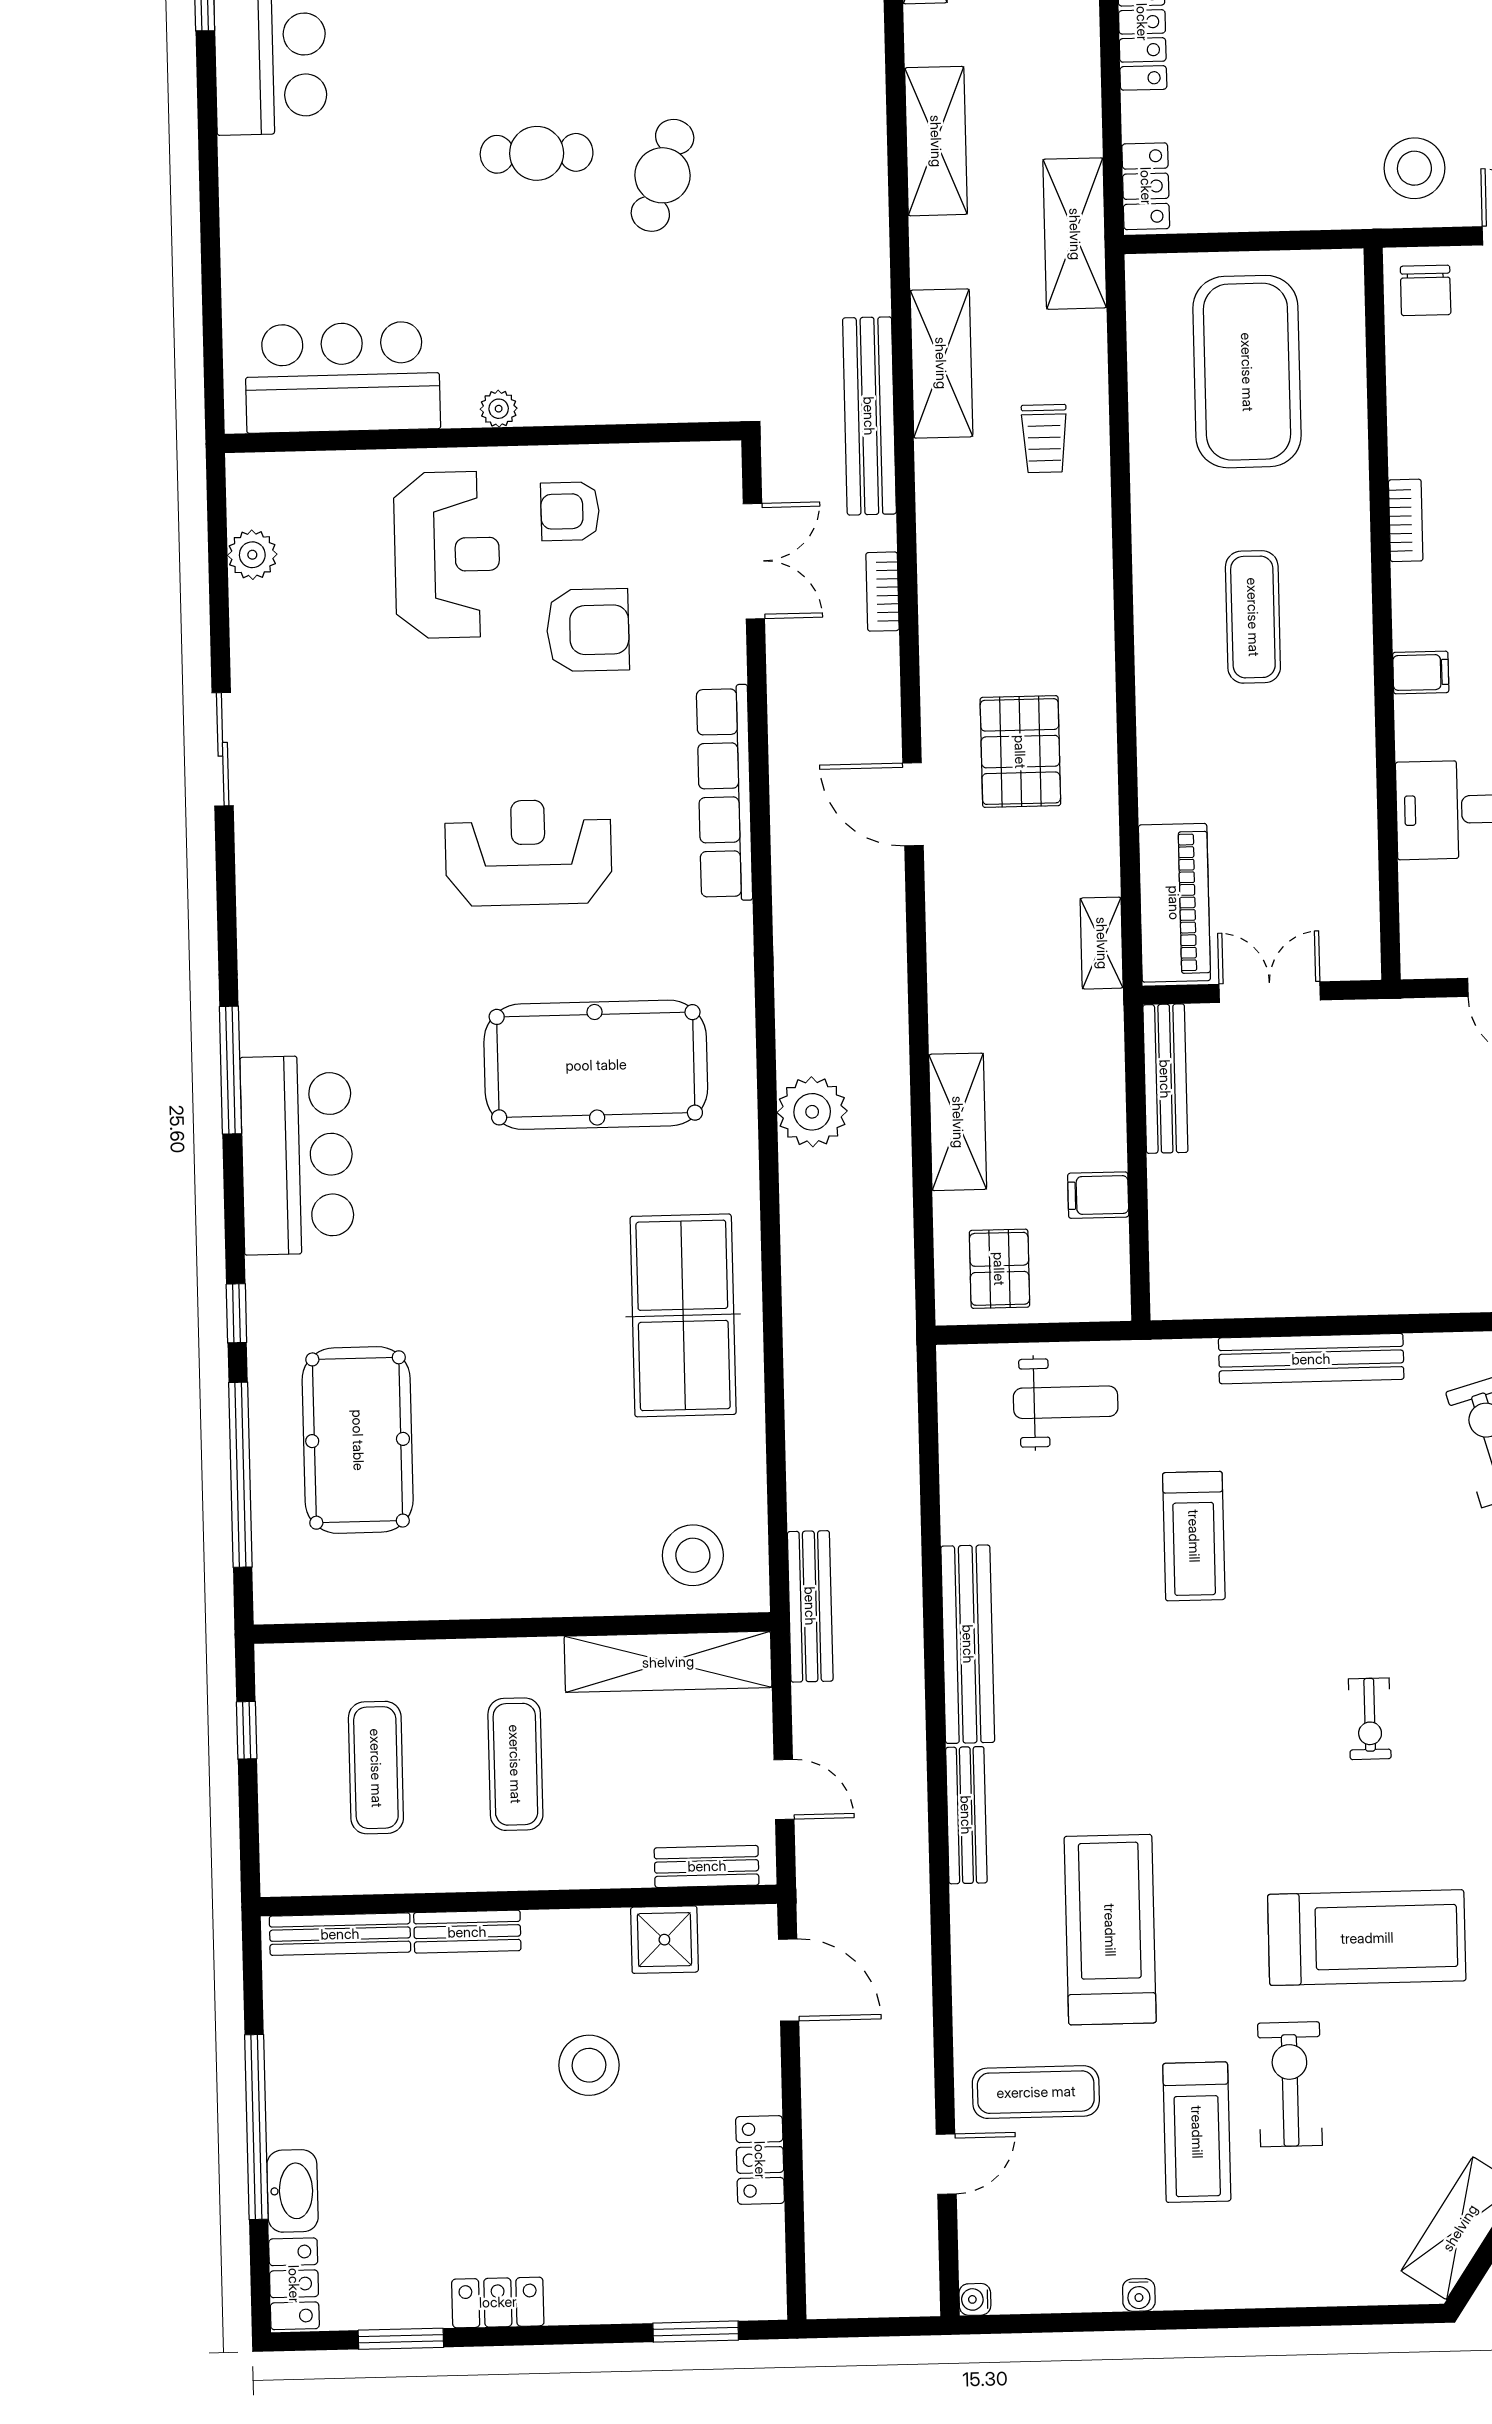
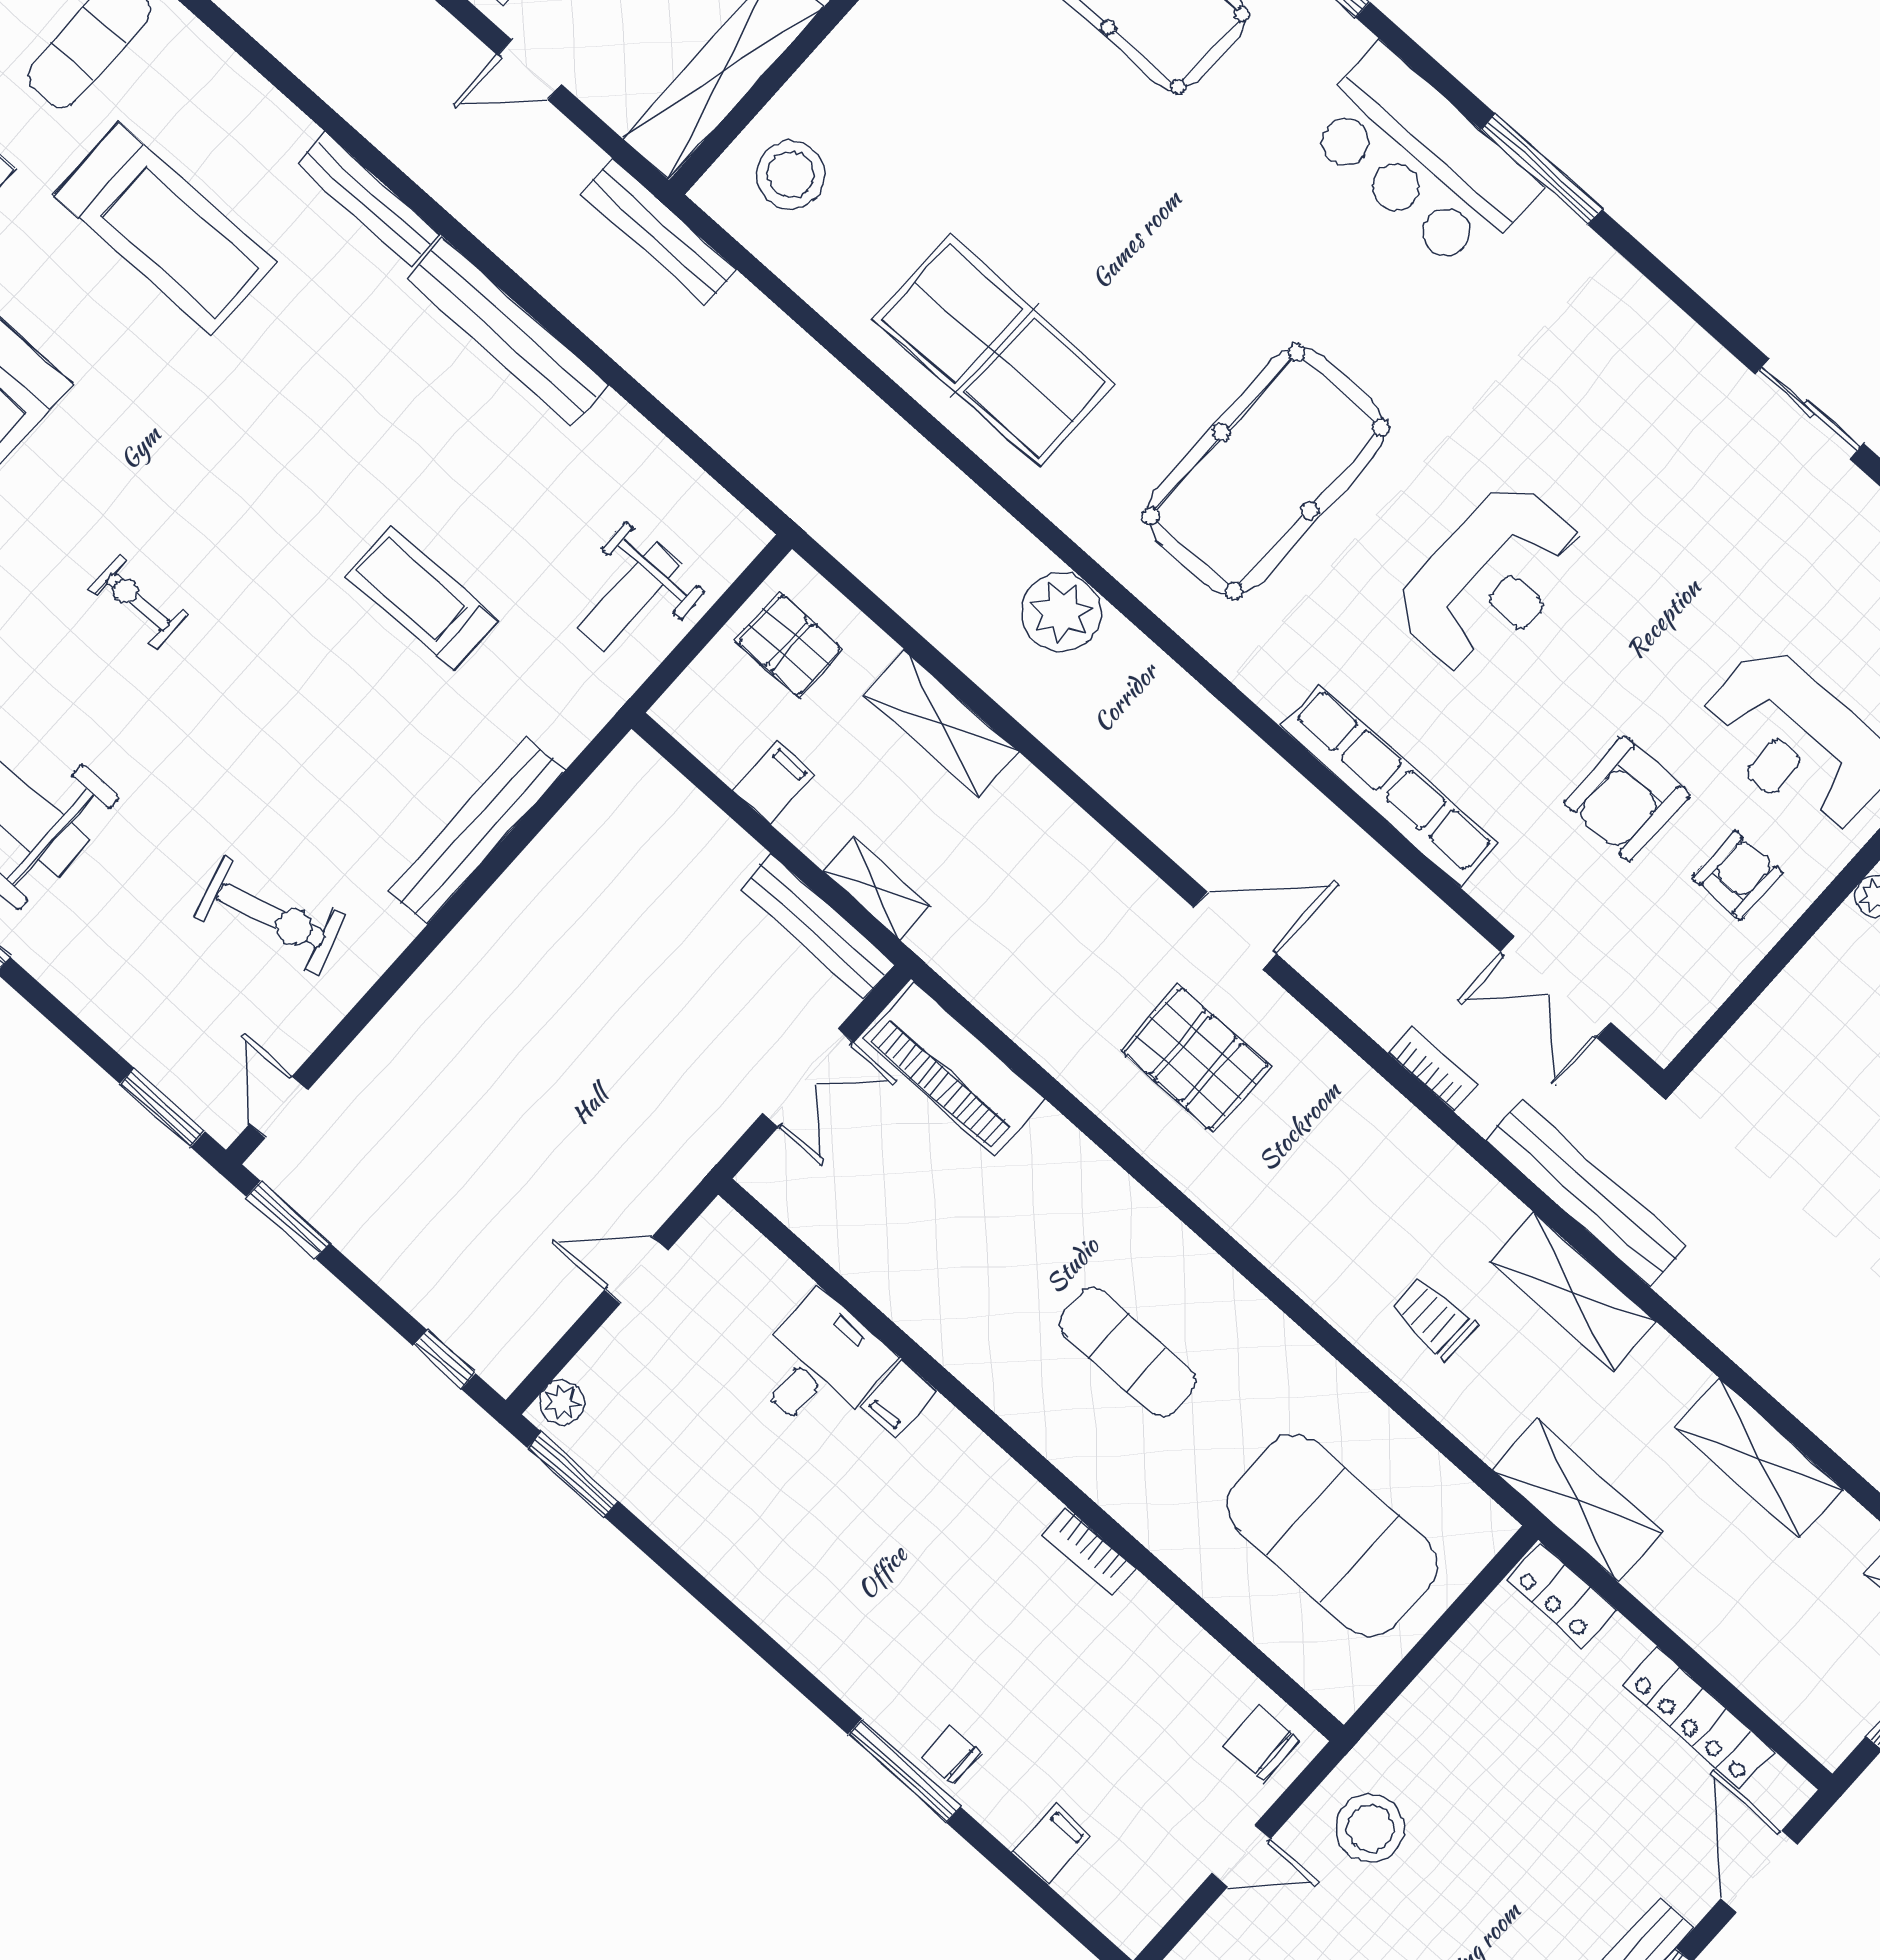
filing cabinet: (1421, 672) -> (899, 1398), moved
shelving: (1102, 943) -> (877, 889), moved

